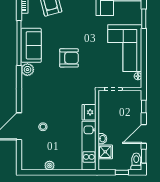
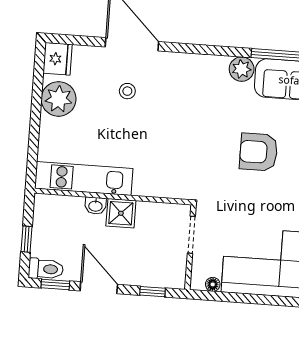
armchair: (69, 58) -> (259, 152), turned 90
fridge: (89, 112) -> (58, 59), moved, turned 90
shower: (105, 152) -> (121, 213), moved
plant: (50, 166) -> (59, 99), width x1.88, depth x1.88

